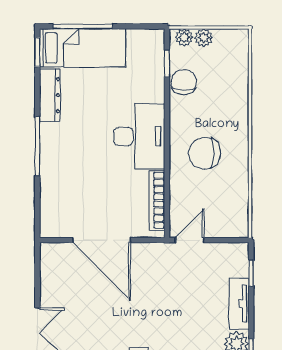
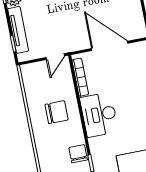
chair: (184, 82) -> (78, 154), turned 180
tv unit: (239, 304) -> (18, 30), width x1.41

